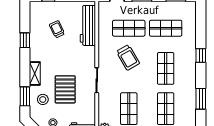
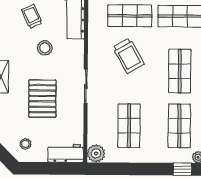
stool: (43, 99) -> (45, 48), moved

